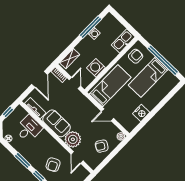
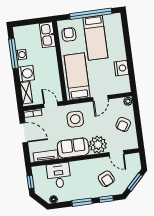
washing machine: (96, 68) -> (26, 73), moved, turned 180
side table: (78, 109) -> (75, 119), added

